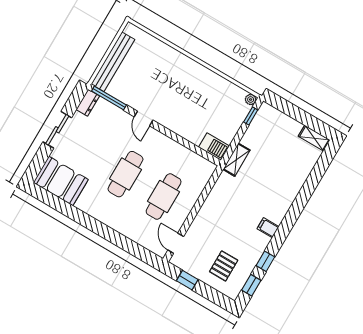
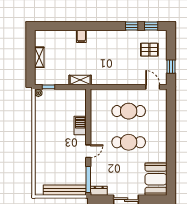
shelving: (314, 138) -> (39, 57), moved
barbecue: (214, 147) -> (80, 126), moved
filing cabinet: (268, 228) -> (81, 36), moved
door: (176, 243) -> (153, 87), swing flipped

